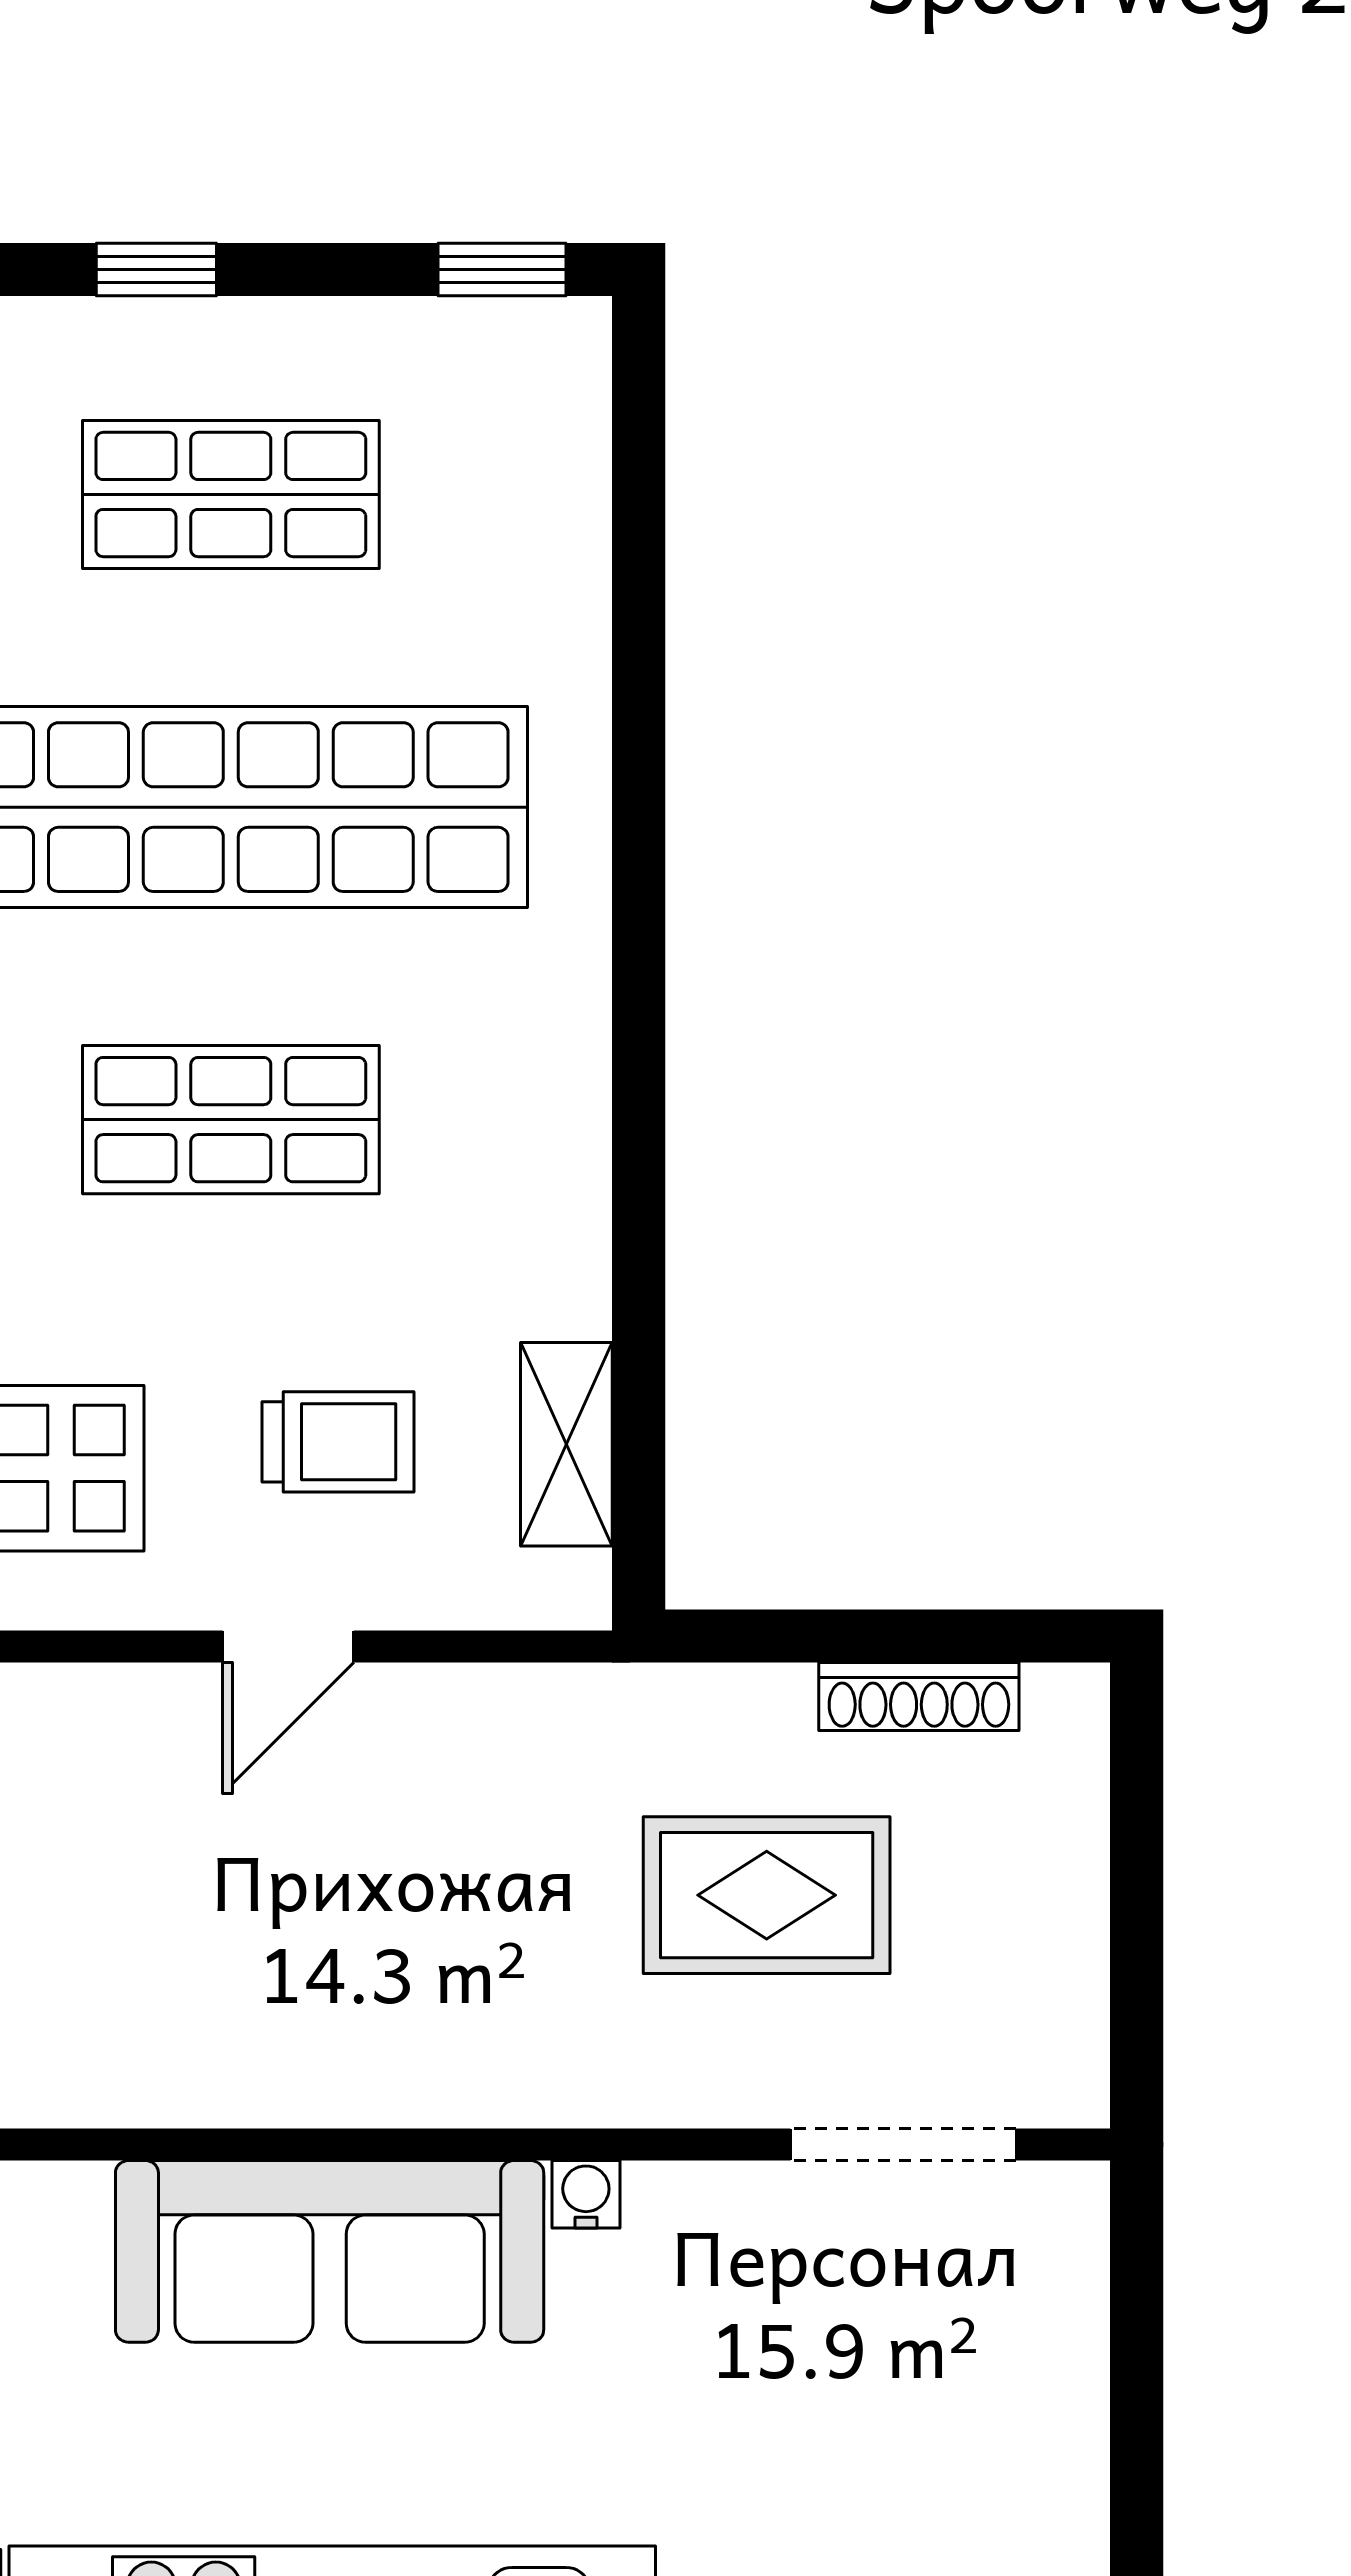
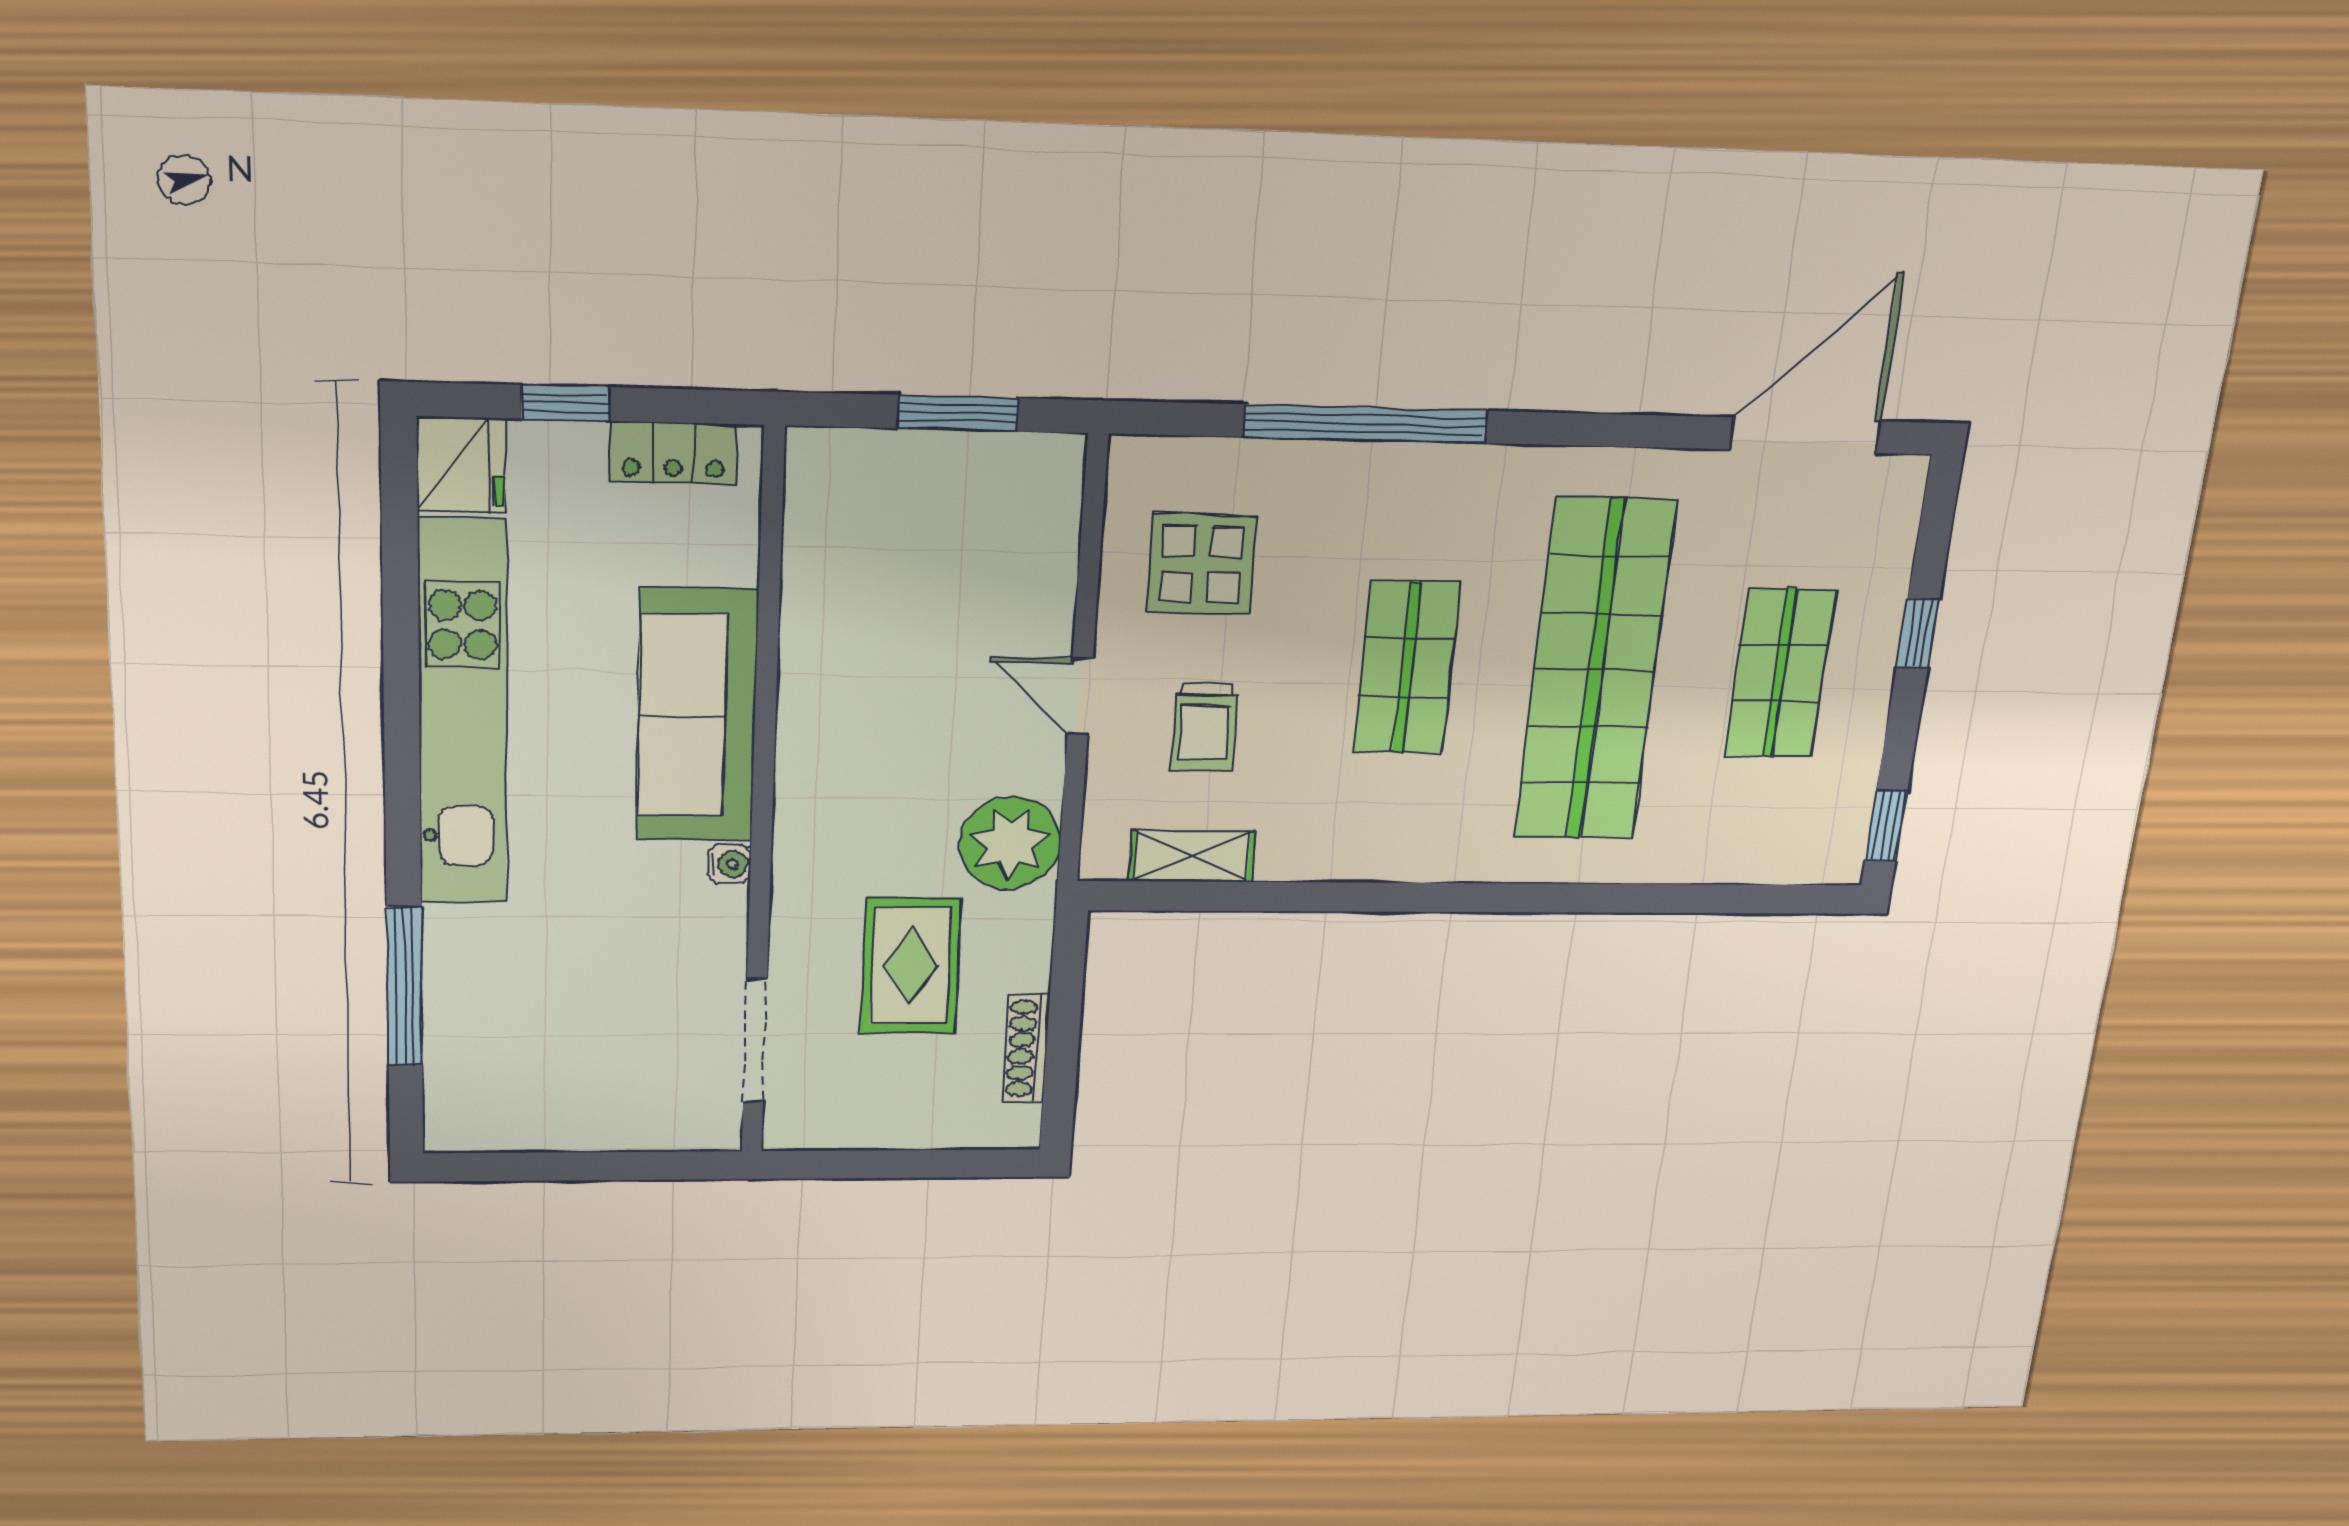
plant: (545, 1745) -> (1010, 843), added

